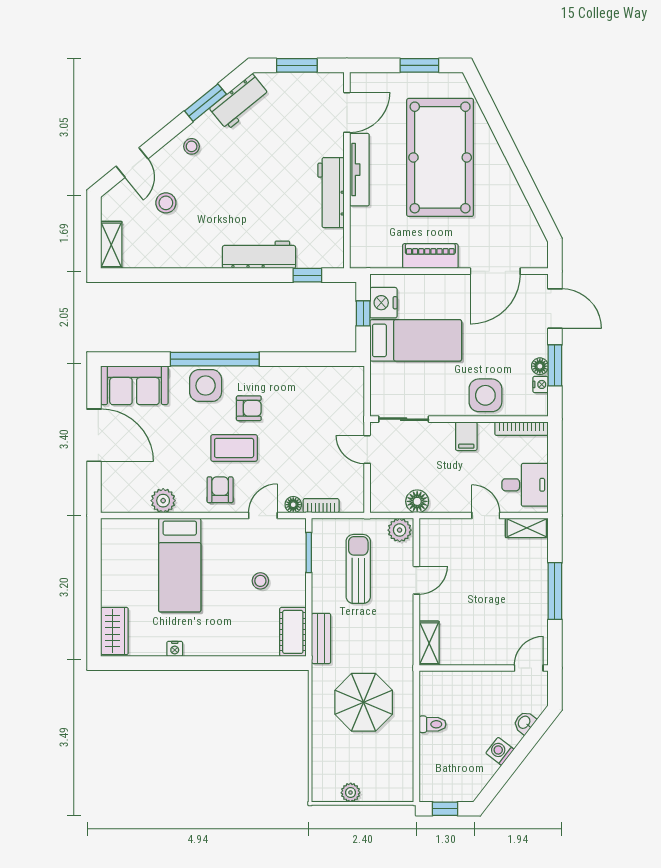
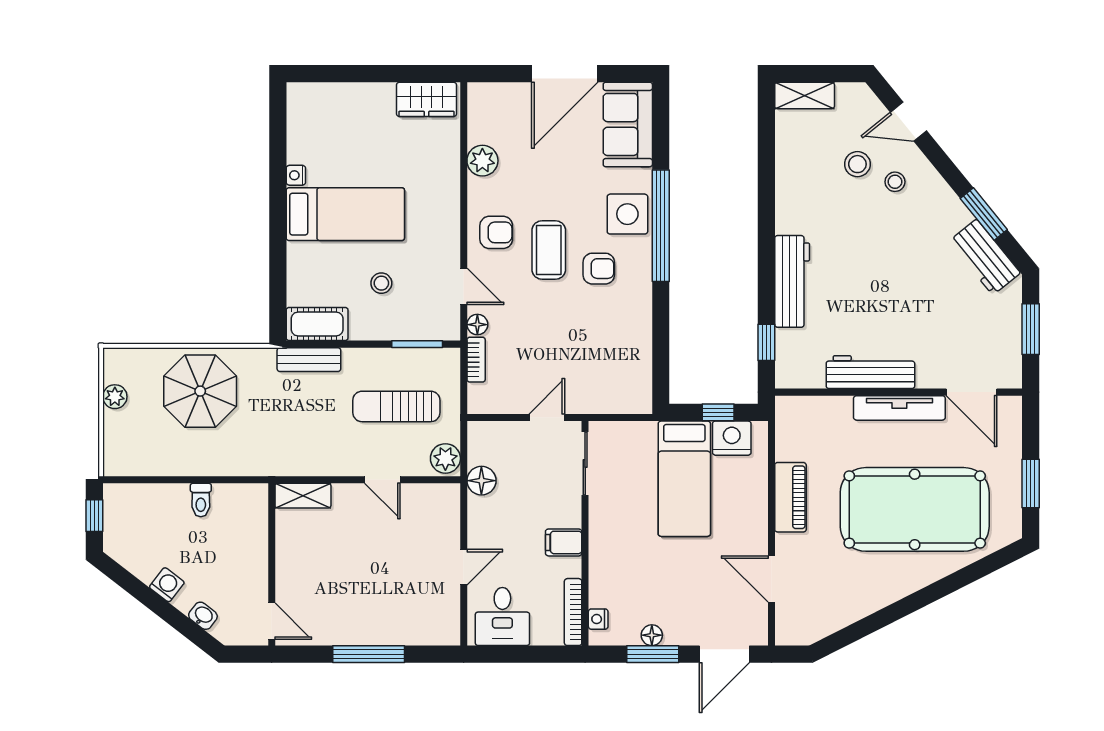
stool: (192, 146) -> (895, 182), moved
door: (495, 271) -> (771, 579), width x0.73
nightstand: (541, 384) -> (598, 619), moved, turned 90
side table: (485, 395) -> (615, 567), removed
armchair: (249, 408) -> (599, 269), turned -90
shelving: (527, 528) -> (448, 619), removed
bed: (180, 565) -> (345, 214), moved, turned 180
sun lounger: (358, 569) -> (396, 406), turned 180
wardrobe: (114, 631) -> (427, 99), moved
parasol: (364, 702) -> (200, 391), moved

